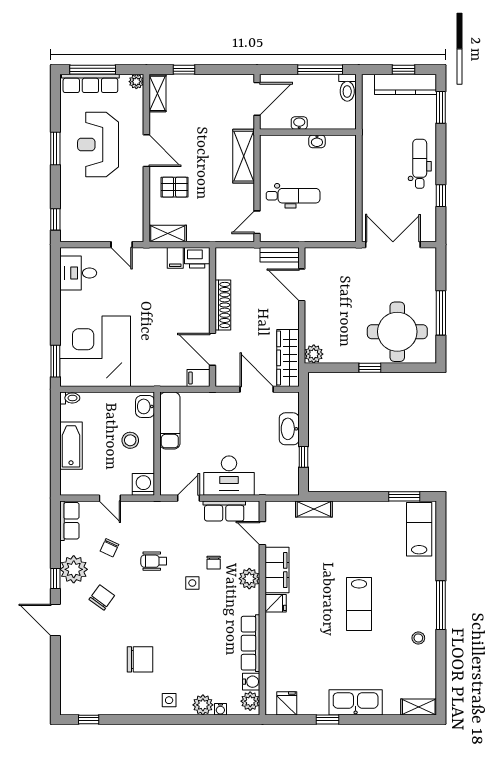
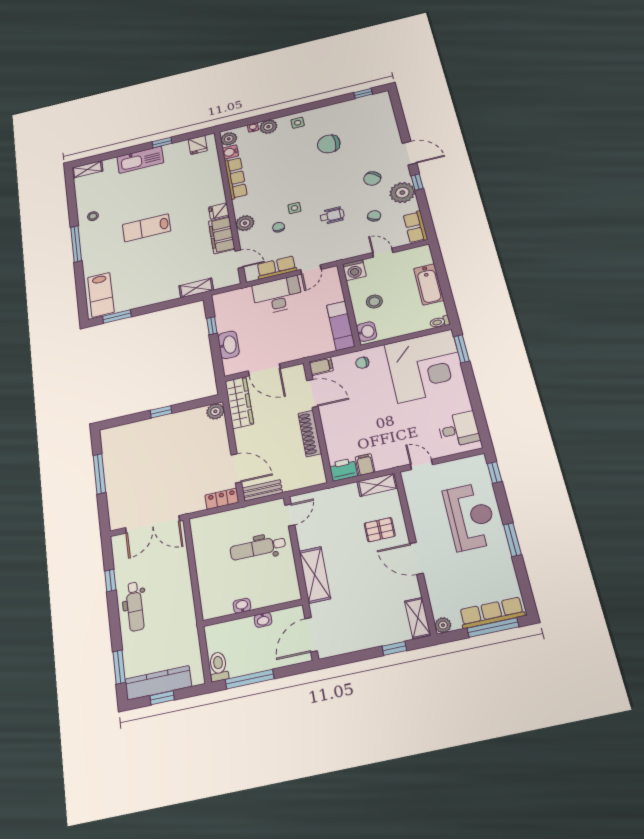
reception desk: (98, 144) -> (470, 517), moved
locker: (321, 255) -> (222, 499), added
round table: (397, 332) -> (139, 448), removed
chair: (156, 371) -> (362, 363), added
lab bench: (359, 604) -> (147, 228), turned -90

